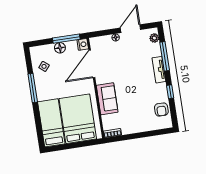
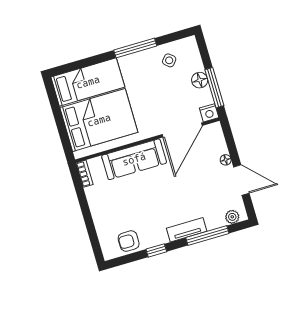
door: (92, 64) -> (182, 130), swing flipped
sofa: (107, 99) -> (134, 159), width x1.36

